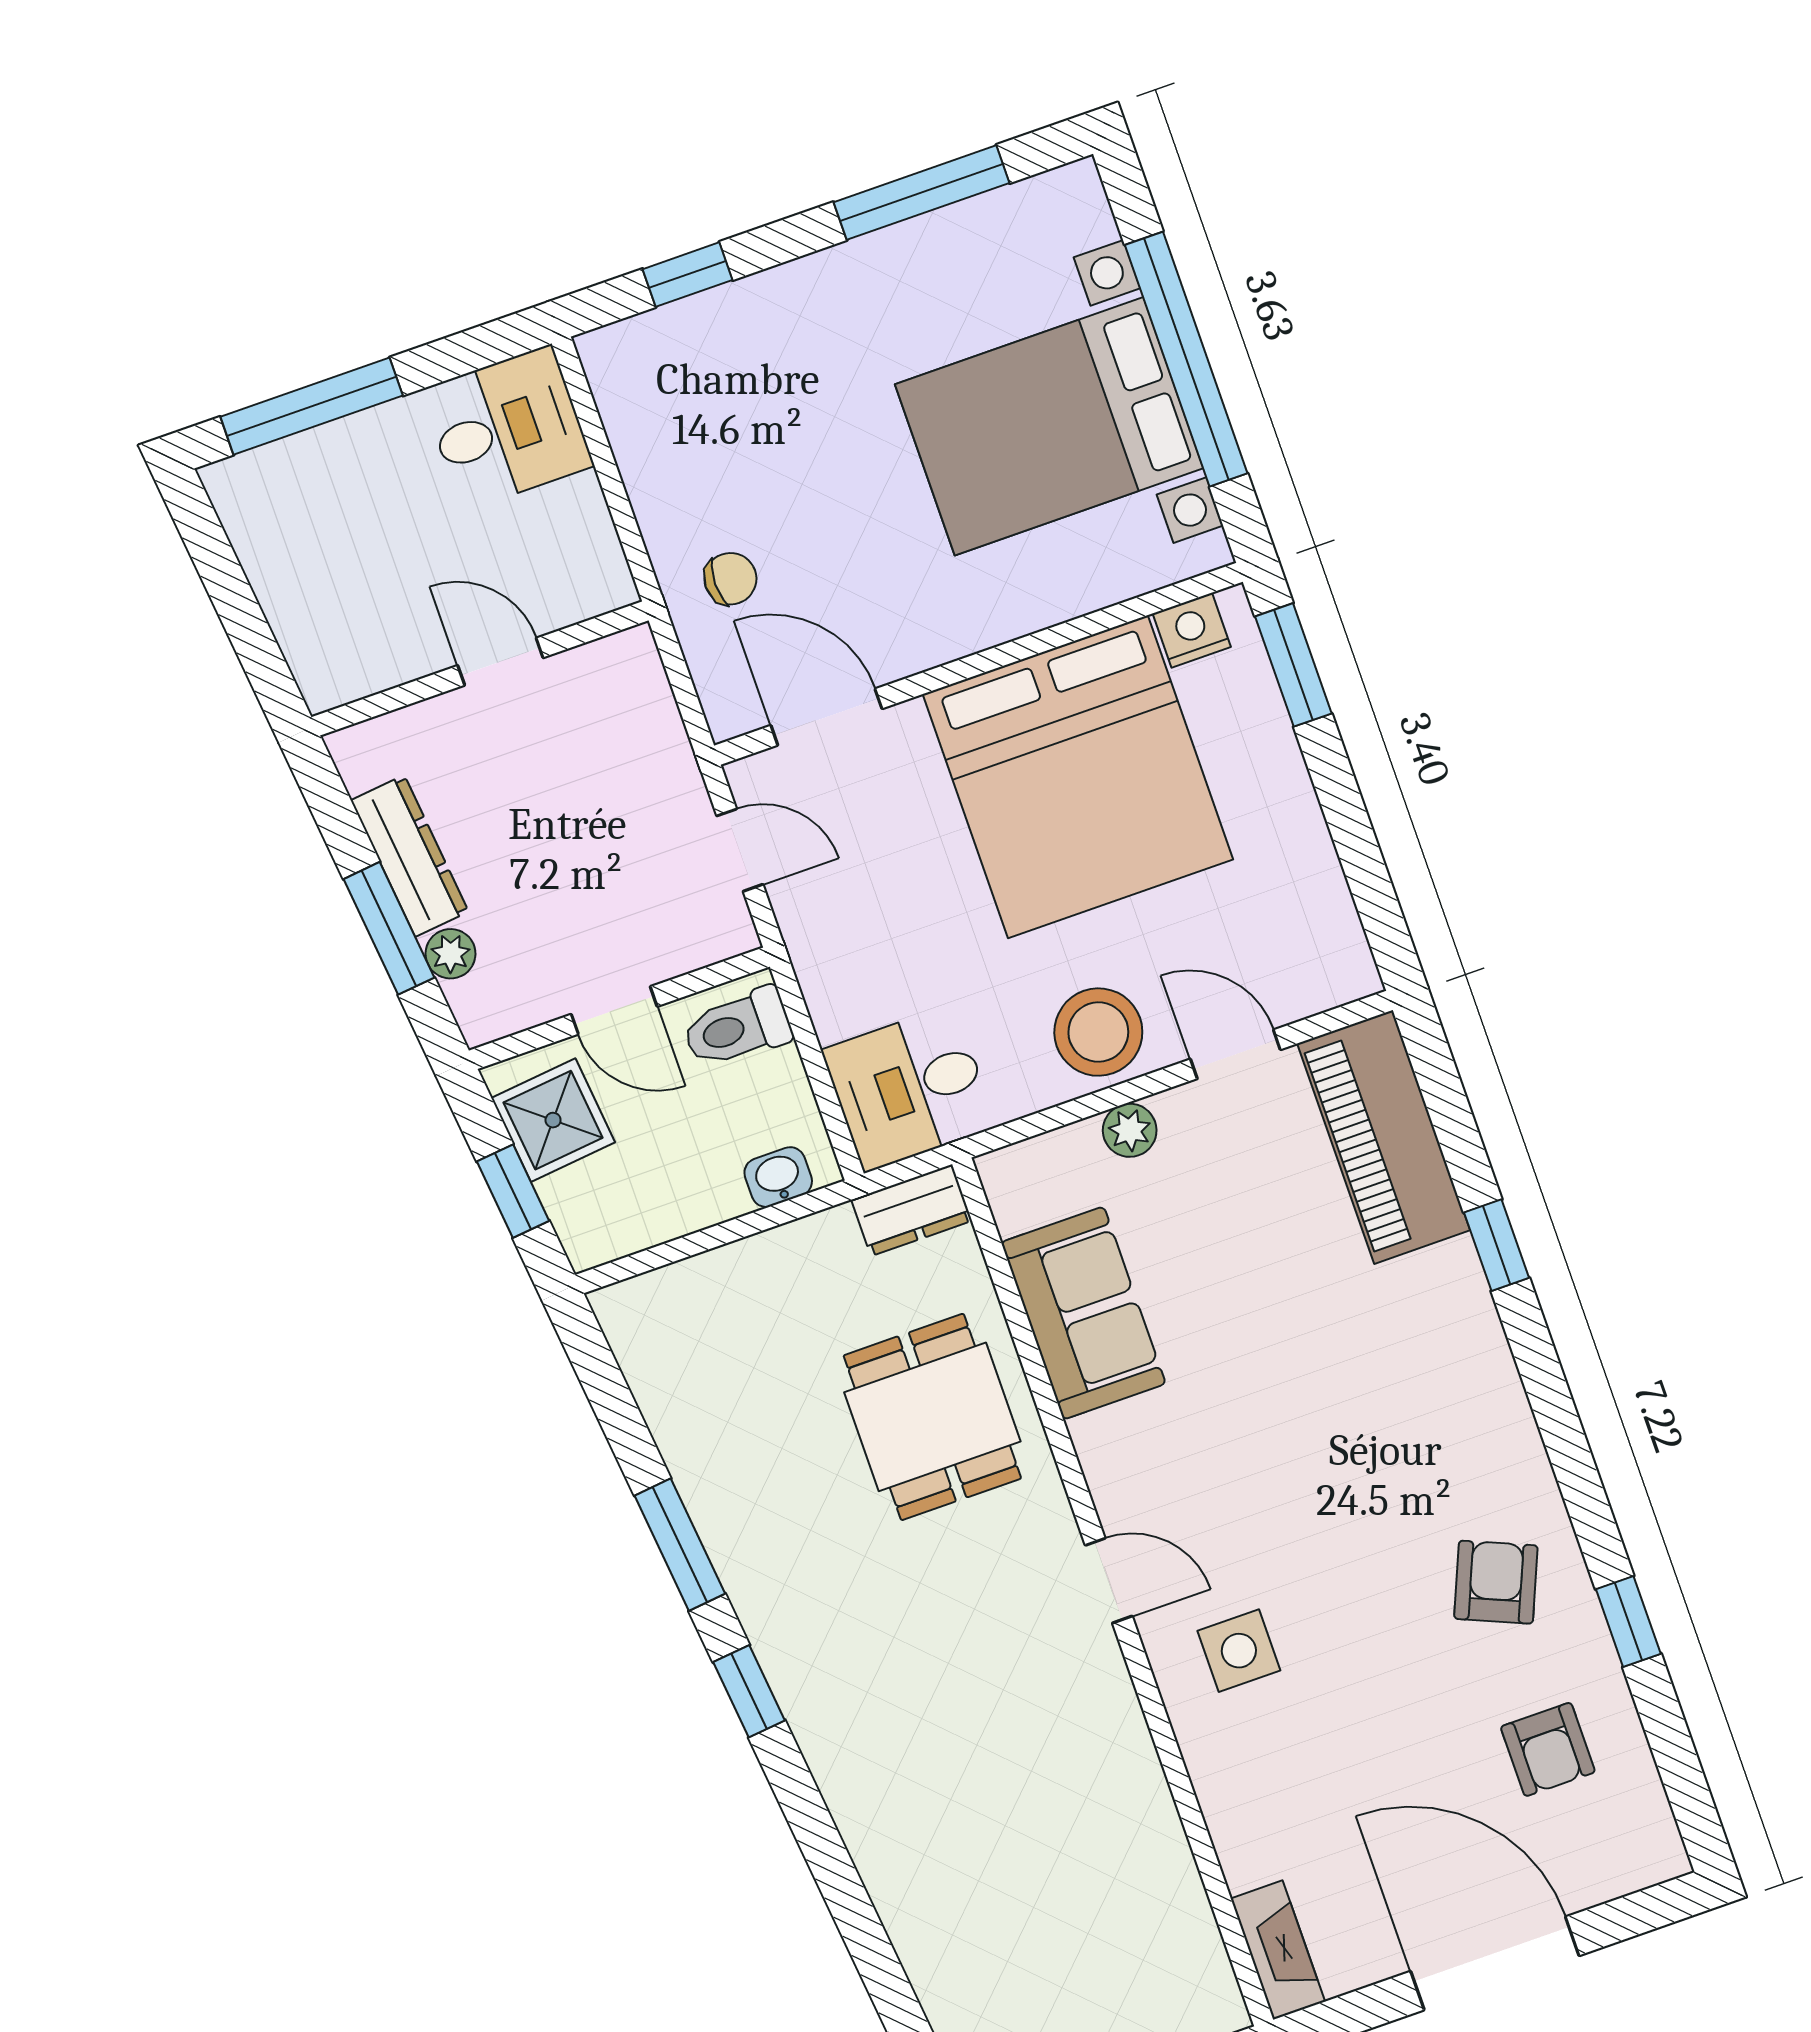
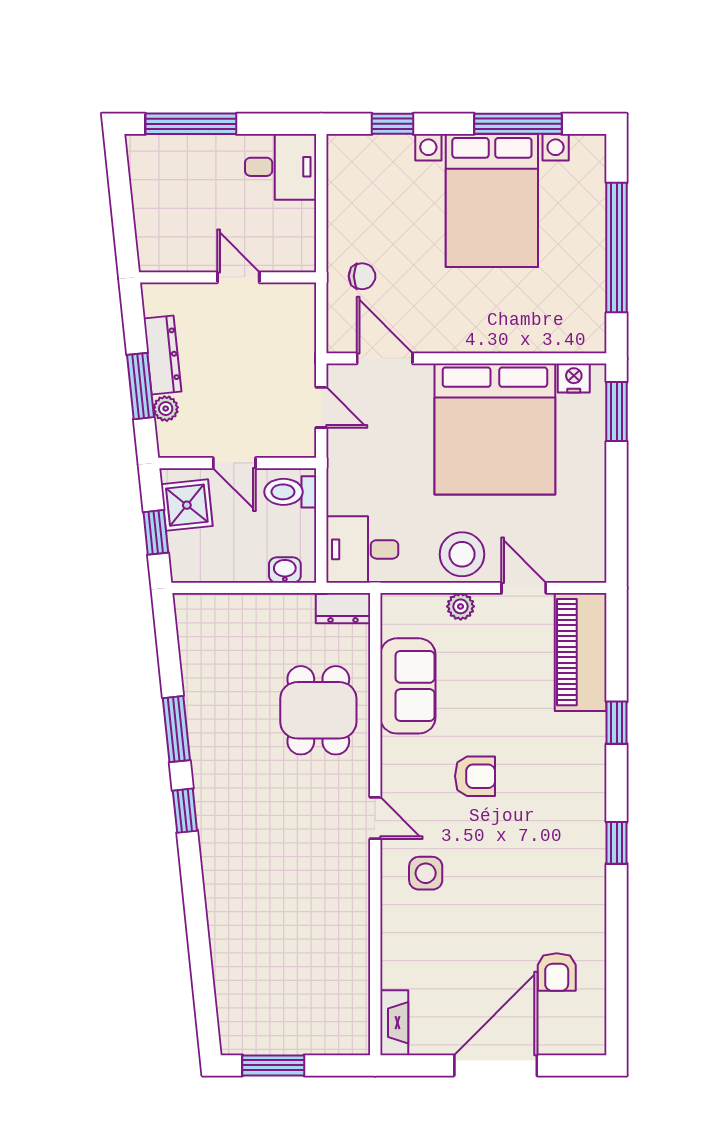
bed with nightstands: (1049, 426) -> (492, 201), moved, turned -90
armchair: (1496, 1582) -> (475, 776), moved, turned 67
window: (1628, 1621) -> (617, 843), moved
door: (1495, 1963) -> (496, 1065), hinge flipped

